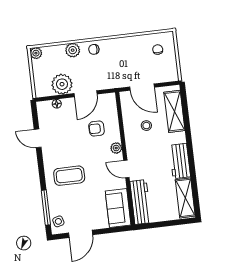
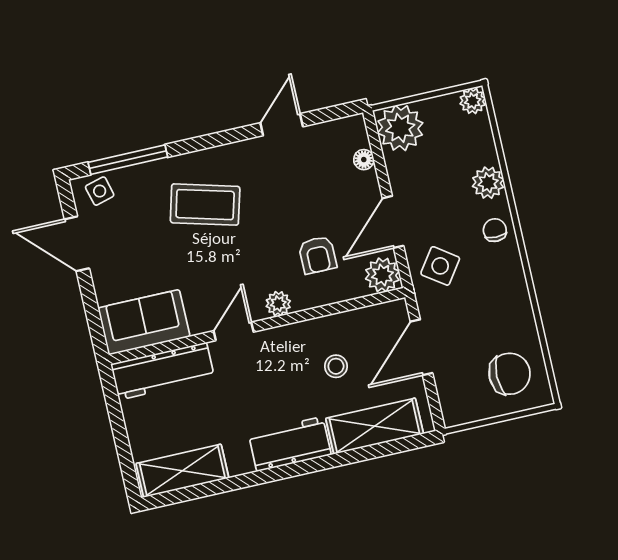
chair: (158, 50) -> (510, 374), width x1.87, depth x1.87
side table: (107, 75) -> (440, 266), added
plant: (62, 84) -> (400, 128), moved
door: (86, 94) -> (393, 222), hinge flipped
plant: (108, 101) -> (382, 275), added
armchair: (97, 129) -> (318, 255), turned 180
workbench: (180, 161) -> (290, 444), moved
coffee table: (69, 176) -> (205, 205), turned -75

